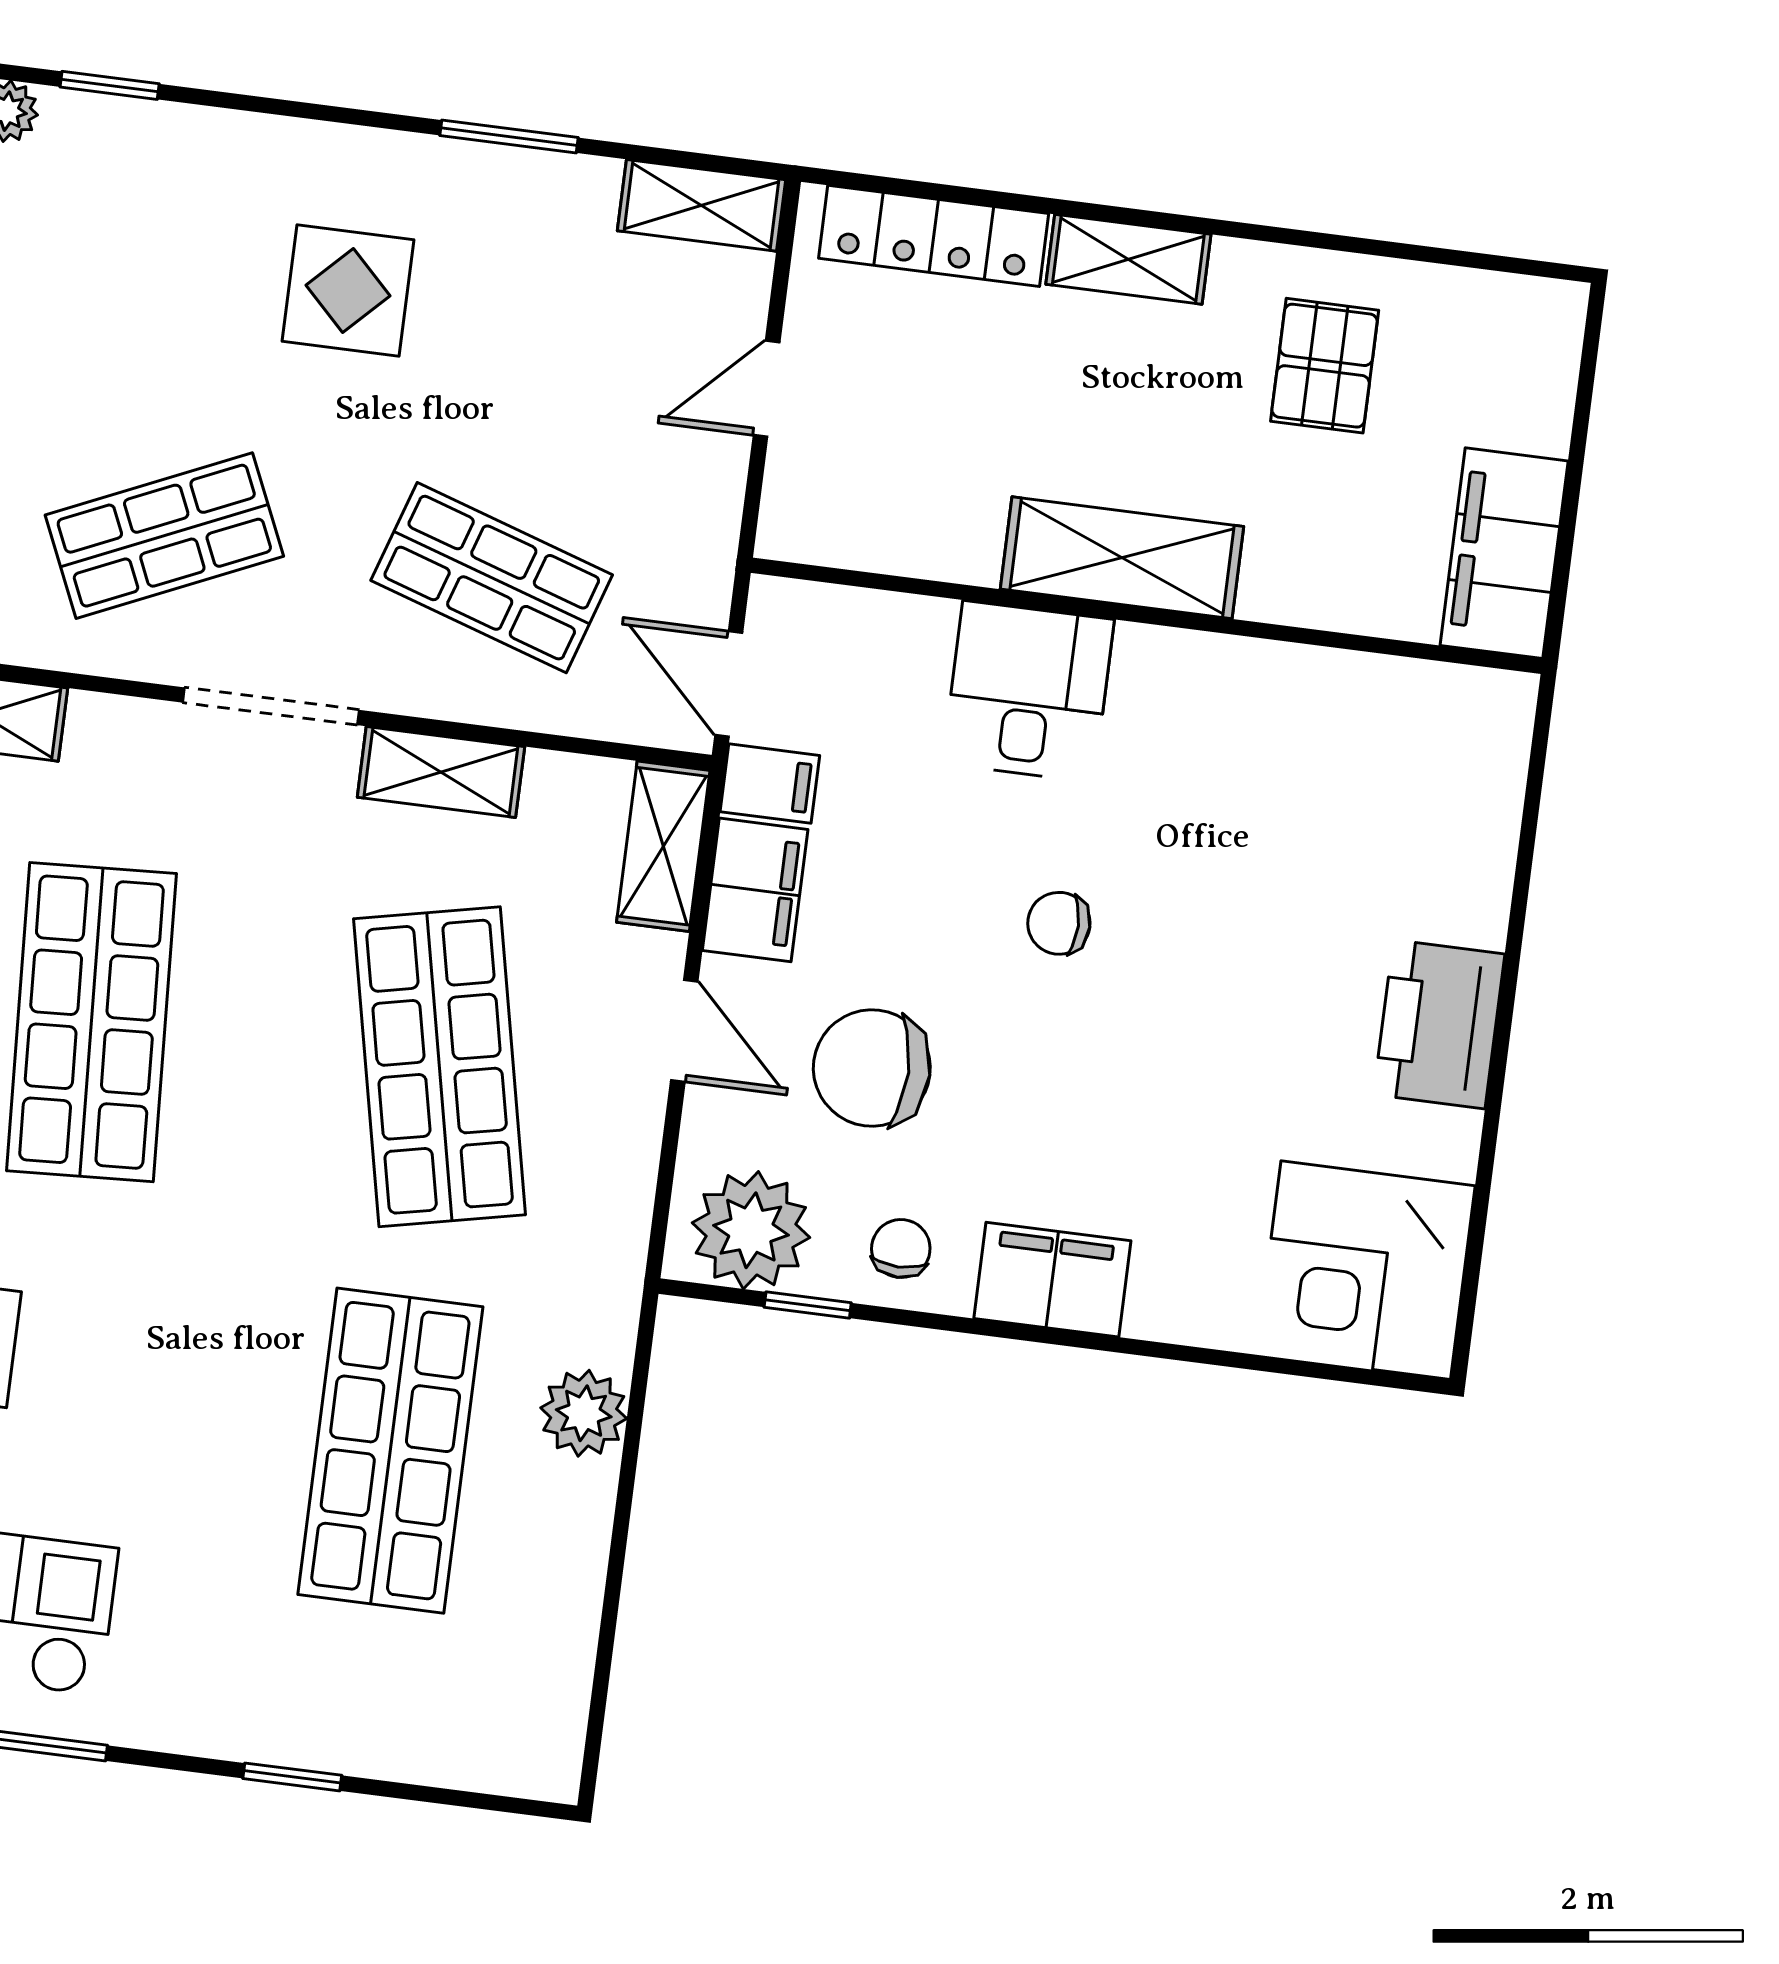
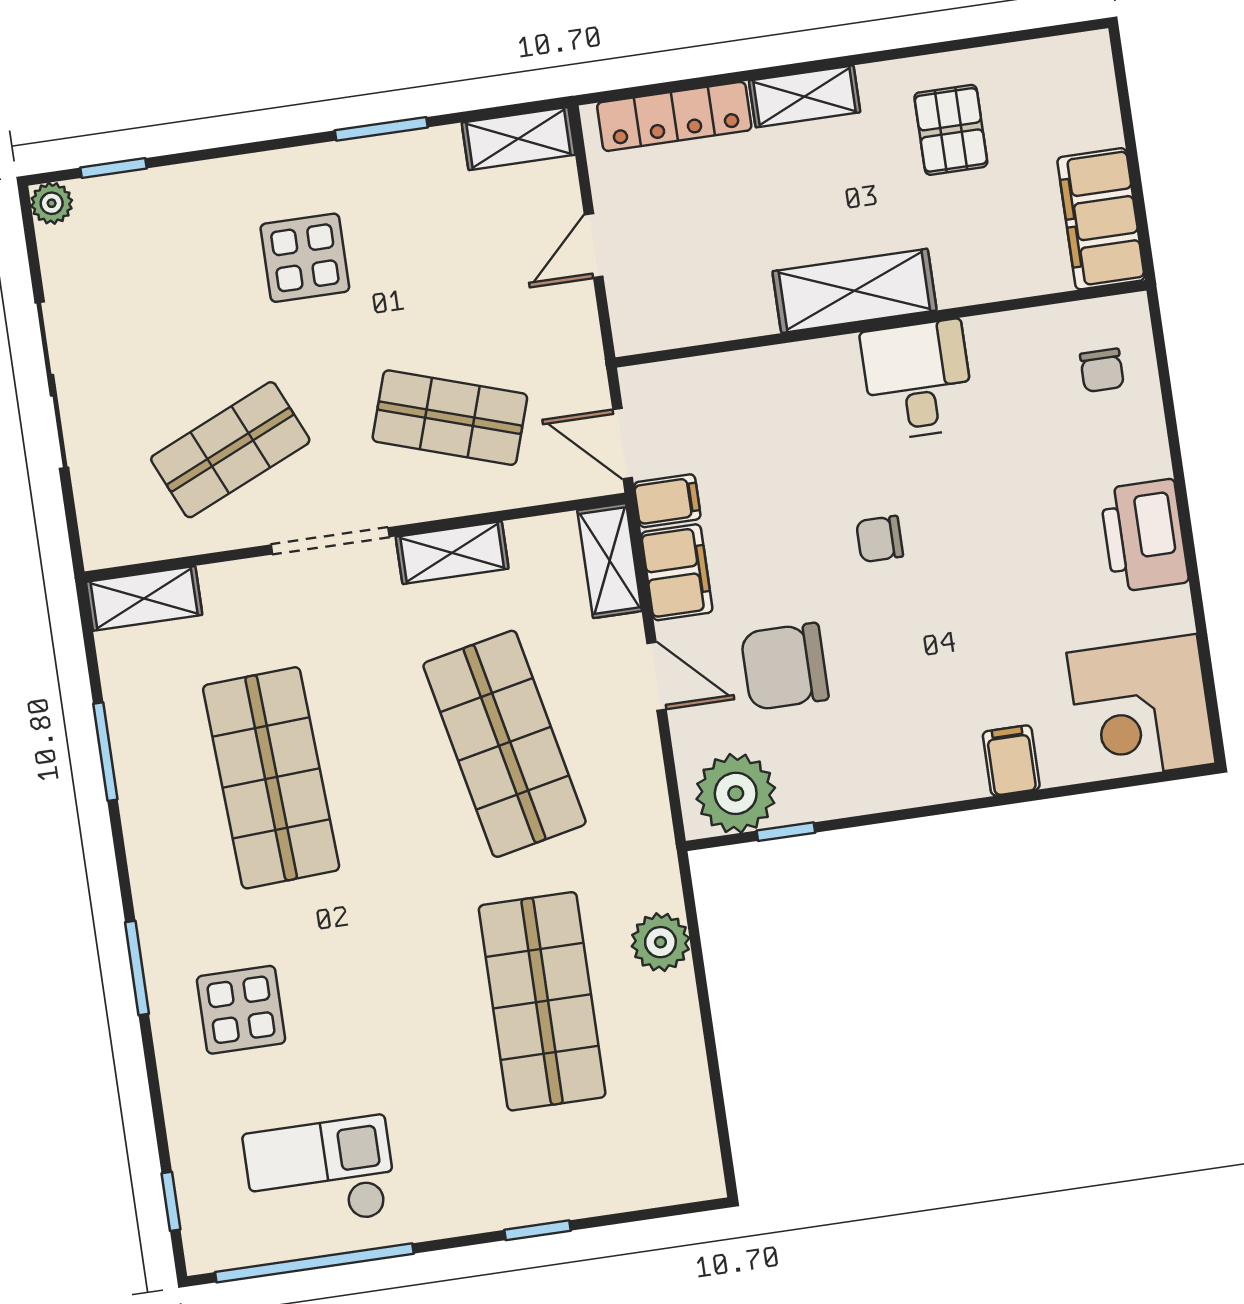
desk: (1028, 691) -> (918, 380), moved
chair: (901, 1249) -> (1102, 370), moved, turned 180
filing cabinet: (1052, 1280) -> (1011, 760), moved, width x0.50

